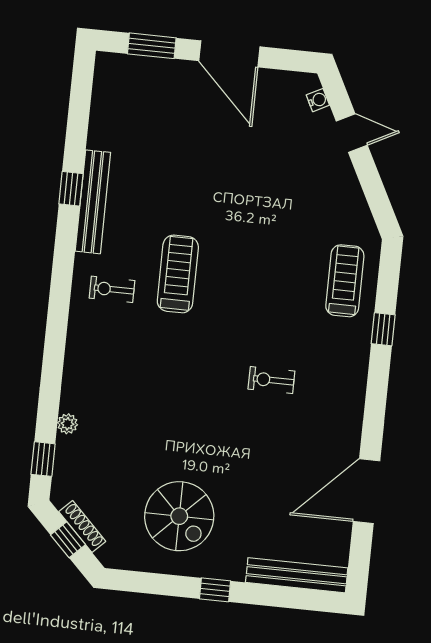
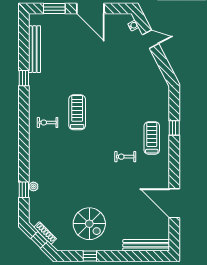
bench: (93, 202) -> (35, 49), moved
treadmill: (345, 281) -> (152, 138), moved
window: (43, 459) -> (24, 190), moved
door: (366, 491) -> (174, 203), hinge flipped
window: (215, 590) -> (90, 256), moved

